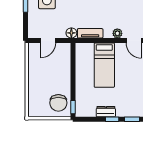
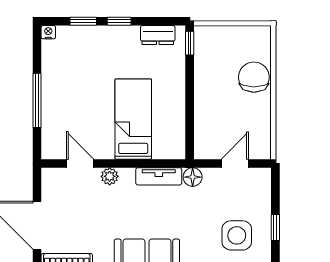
chair: (58, 103) -> (254, 77), moved
dresser: (106, 112) -> (158, 35), moved

